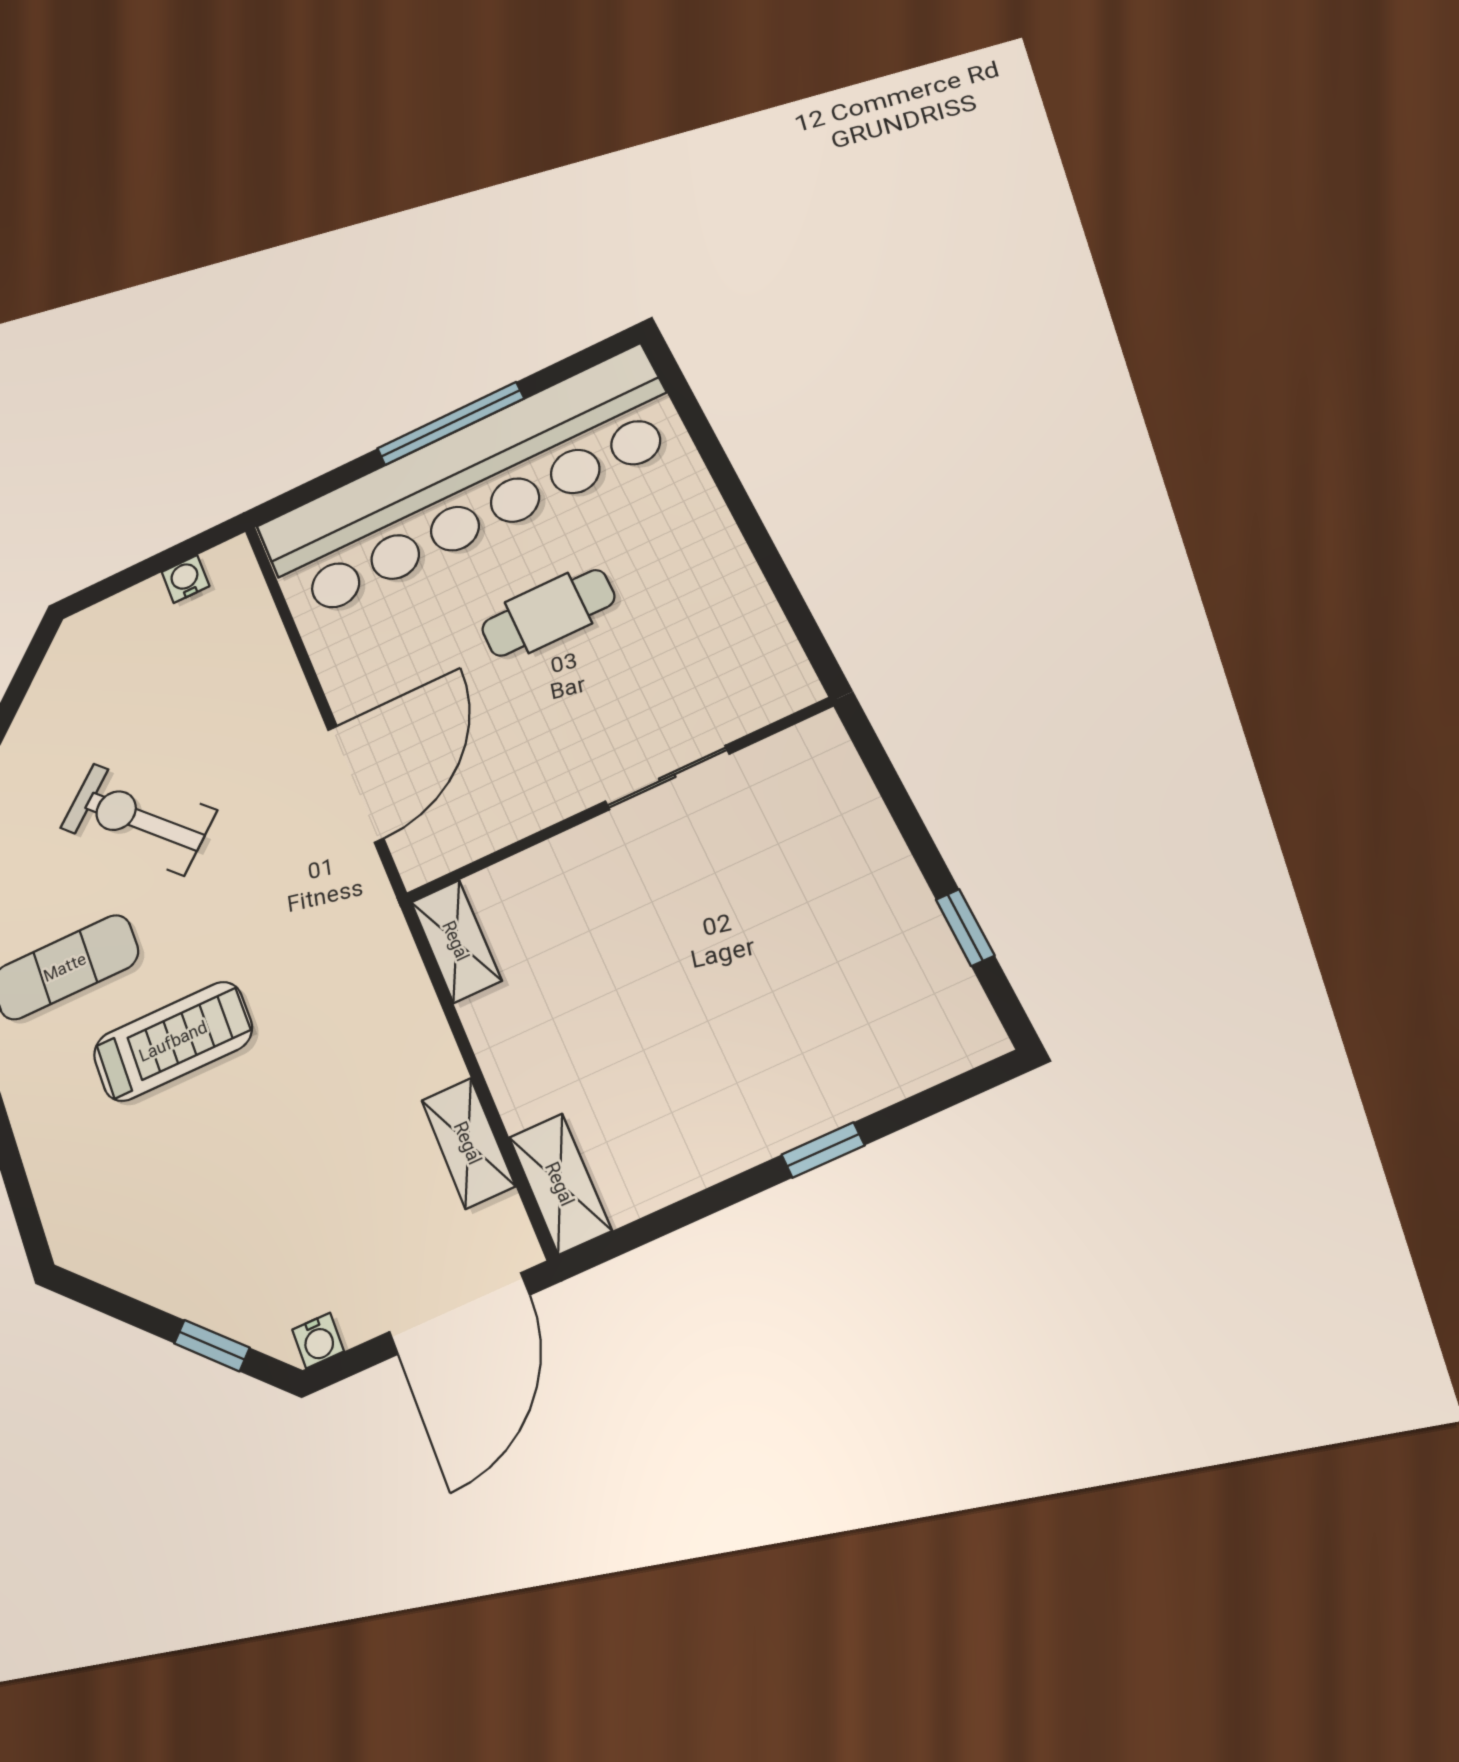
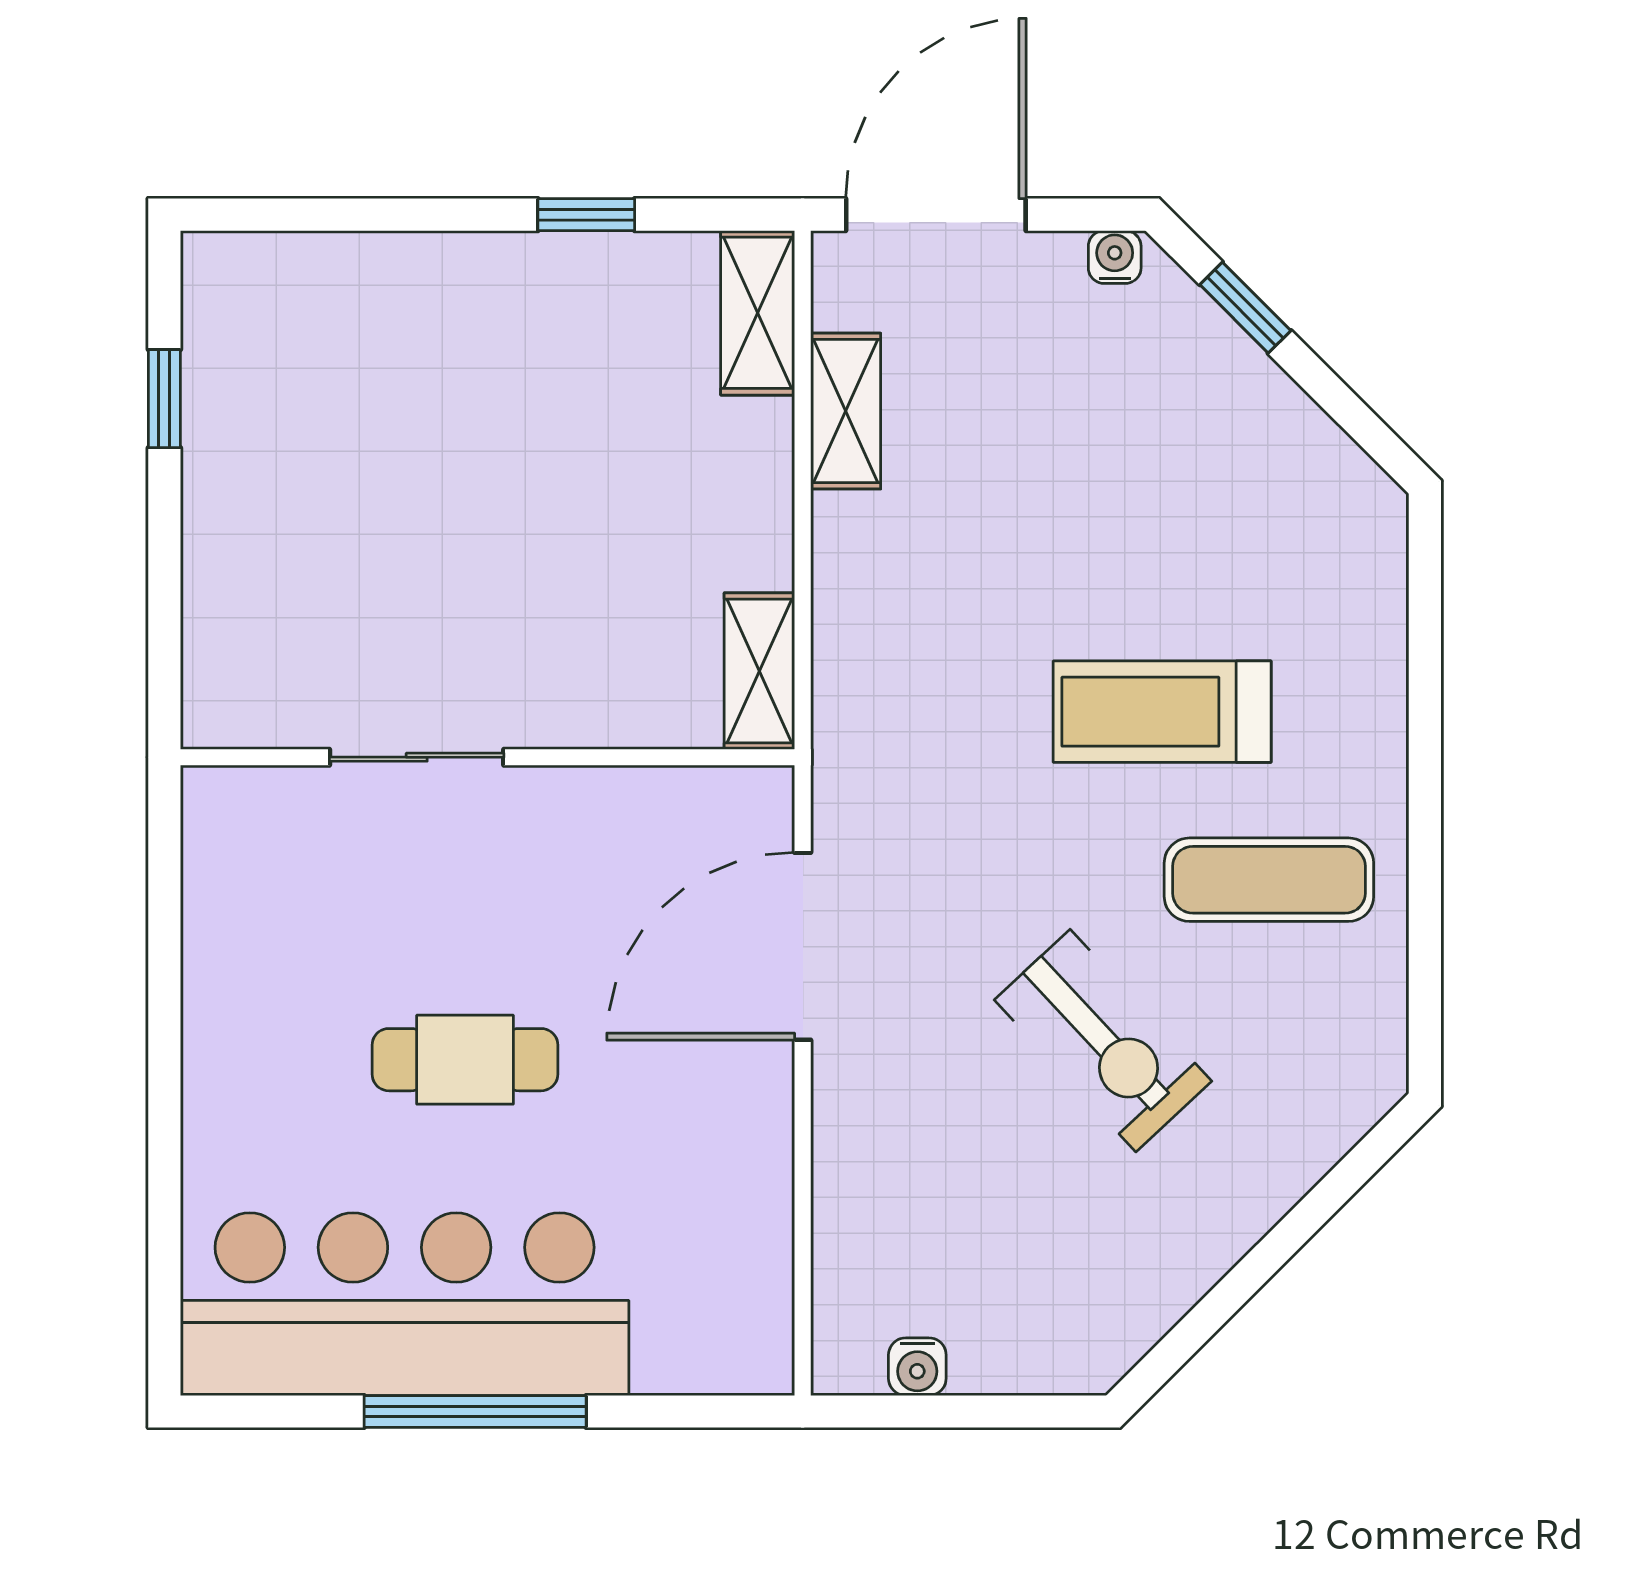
bar counter: (470, 484) -> (405, 1304), width x0.73
window: (823, 1150) -> (586, 215), moved

